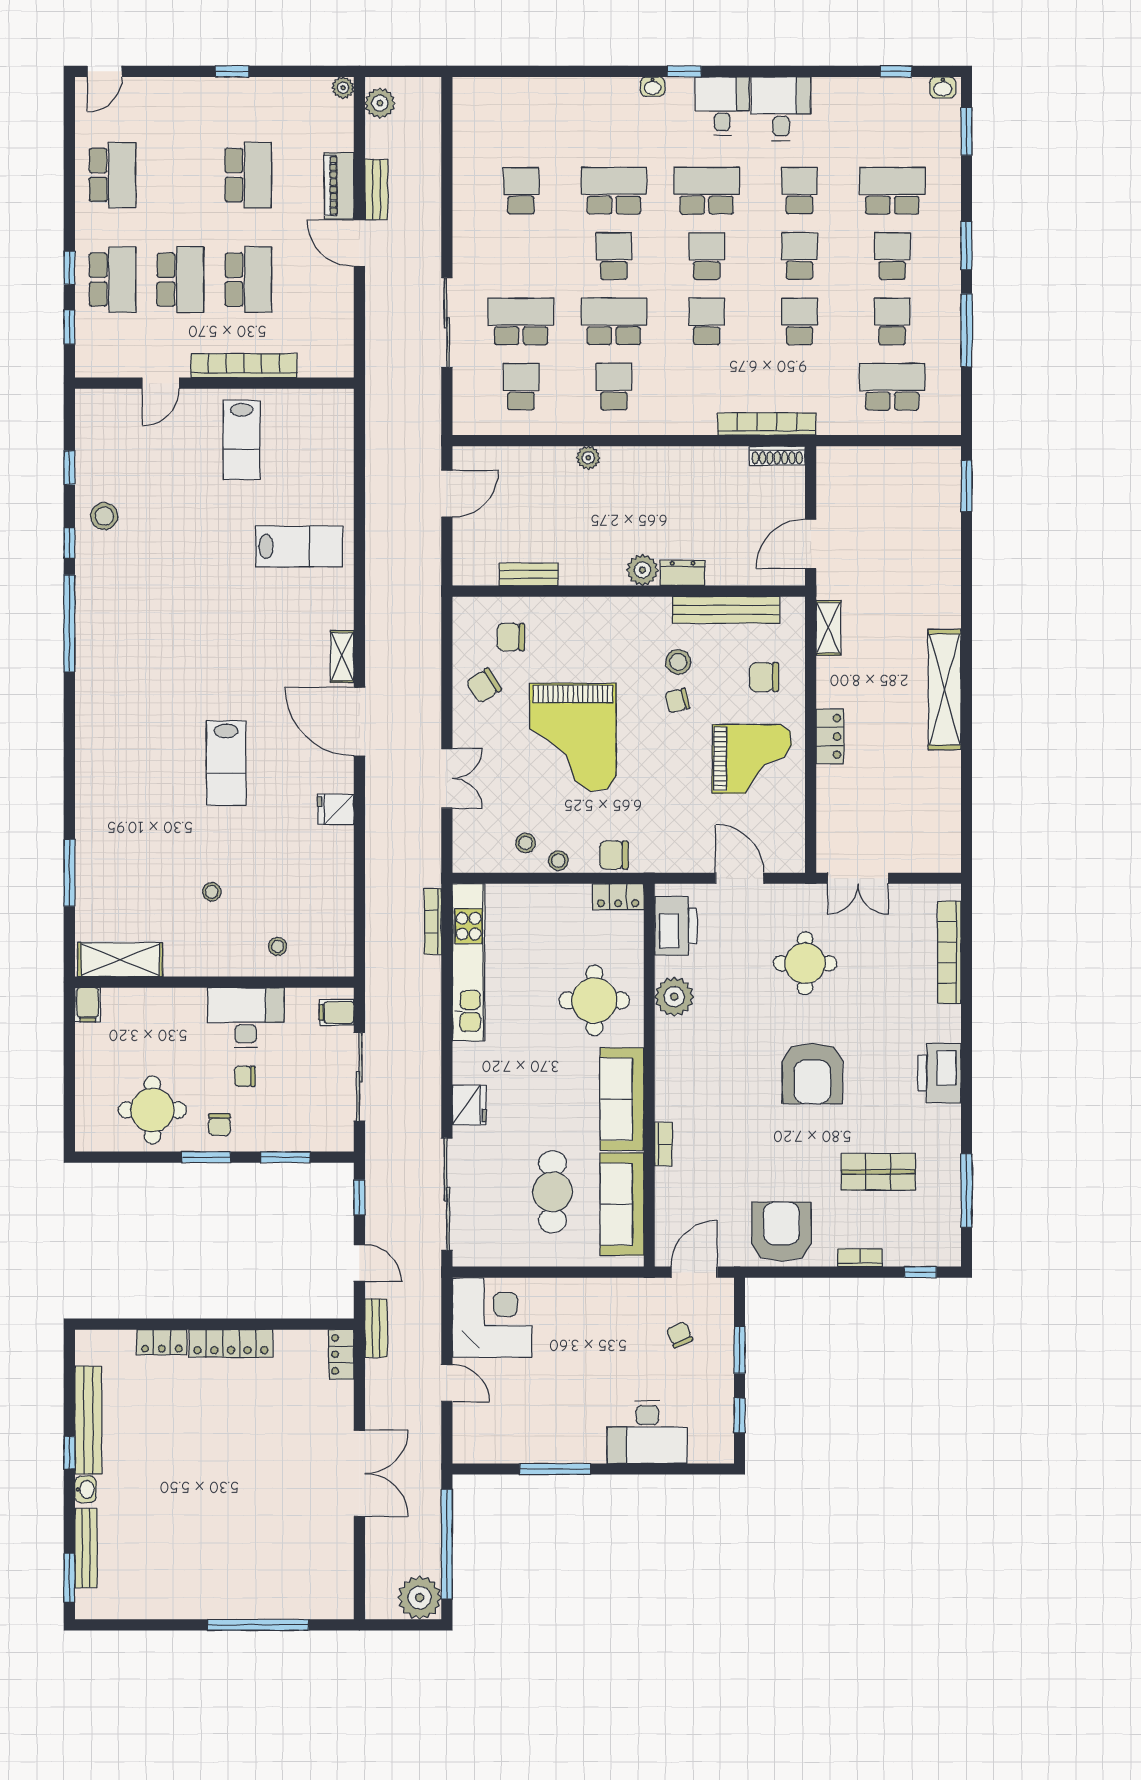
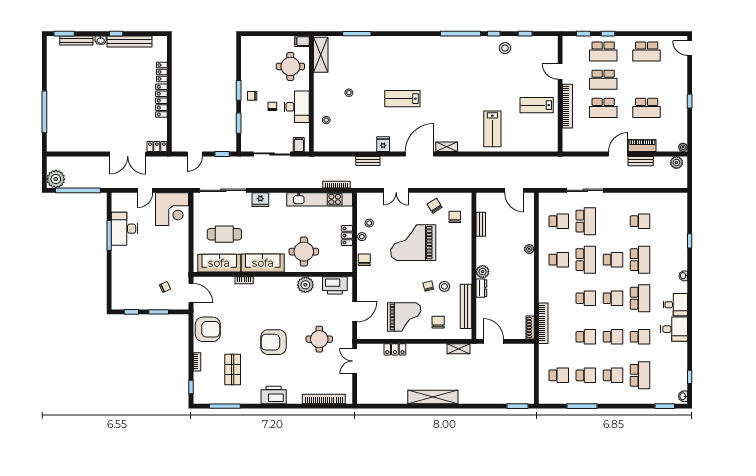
window: (684, 71) -> (690, 241), moved
window: (966, 245) -> (617, 406), removed
school desk: (892, 387) -> (559, 375), width x0.54
locker: (830, 736) -> (395, 349), moved
grand piano: (752, 759) -> (404, 317), turned -90
locker: (618, 897) -> (347, 236), moved
round table: (152, 1110) -> (290, 66), moved
bench: (376, 1328) -> (368, 161), moved
desk: (647, 1432) -> (125, 229), moved
double door: (359, 1473) -> (128, 154), moved

